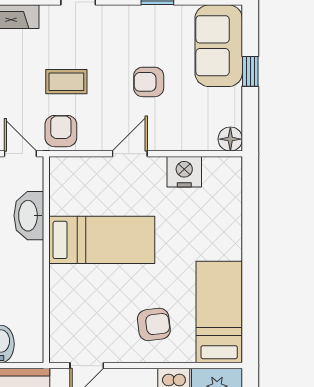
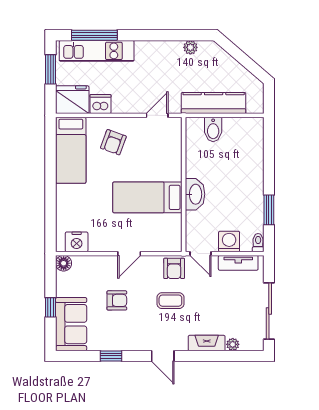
nightstand: (184, 172) -> (77, 242), moved
washbasin: (29, 216) -> (195, 194), moved
armchair: (154, 324) -> (113, 142), turned -63

